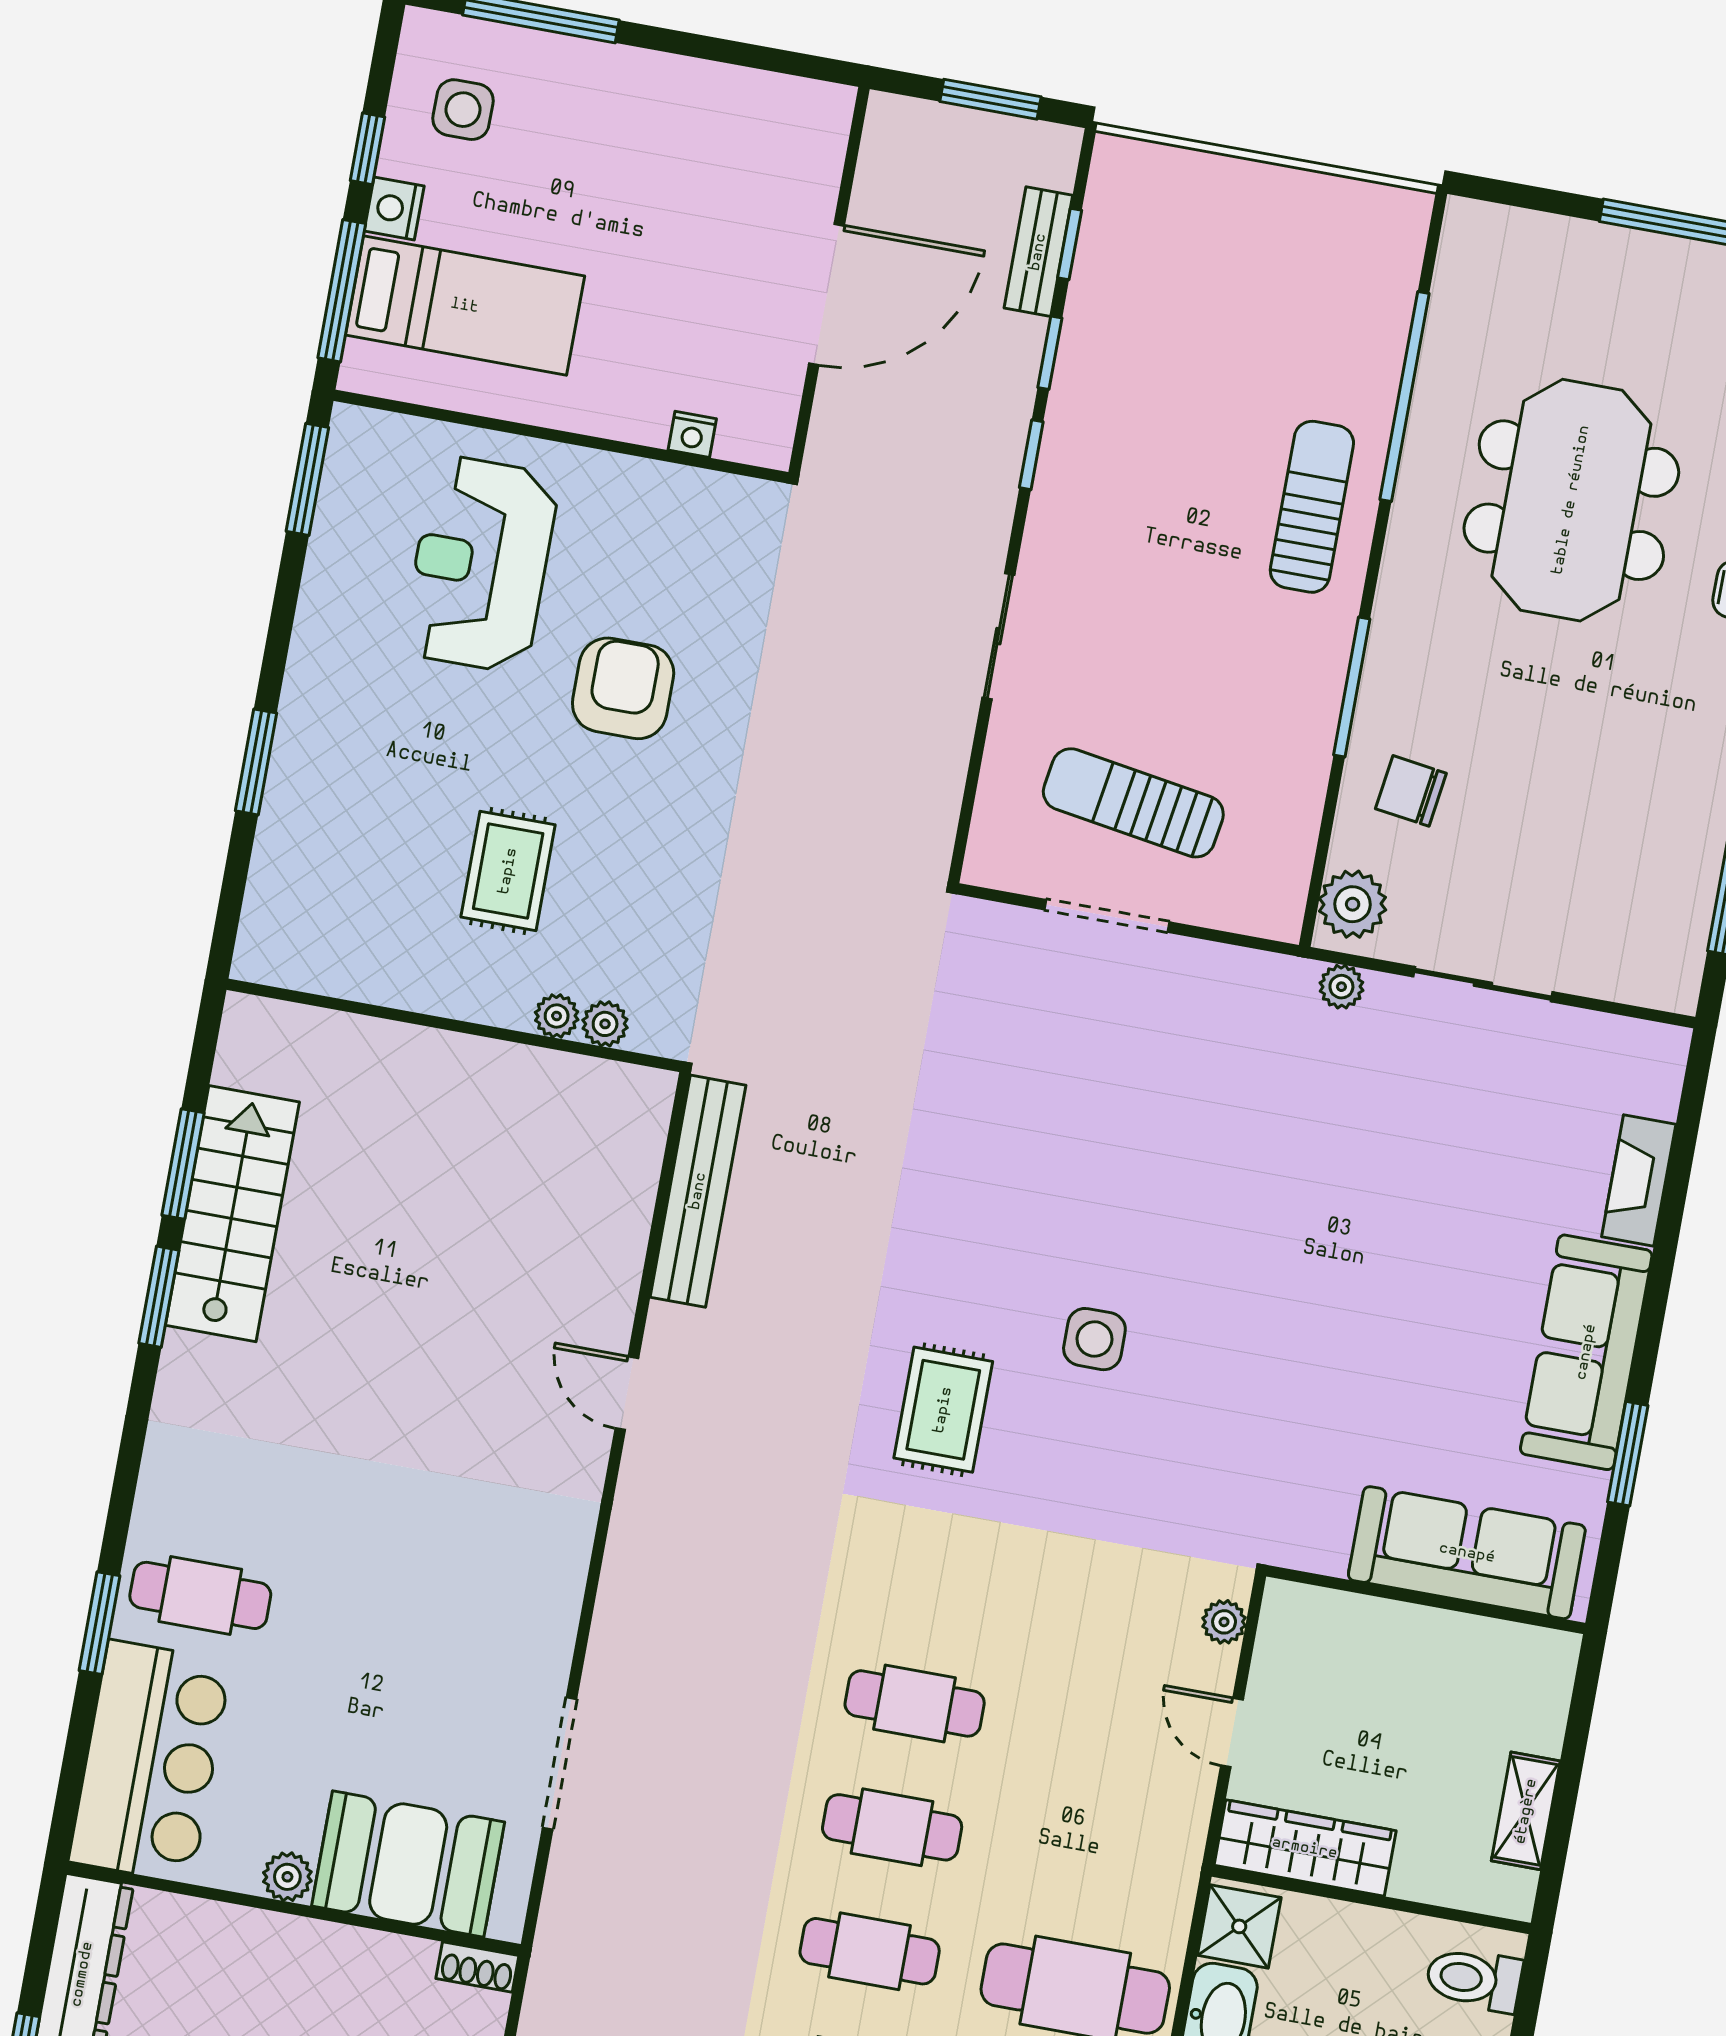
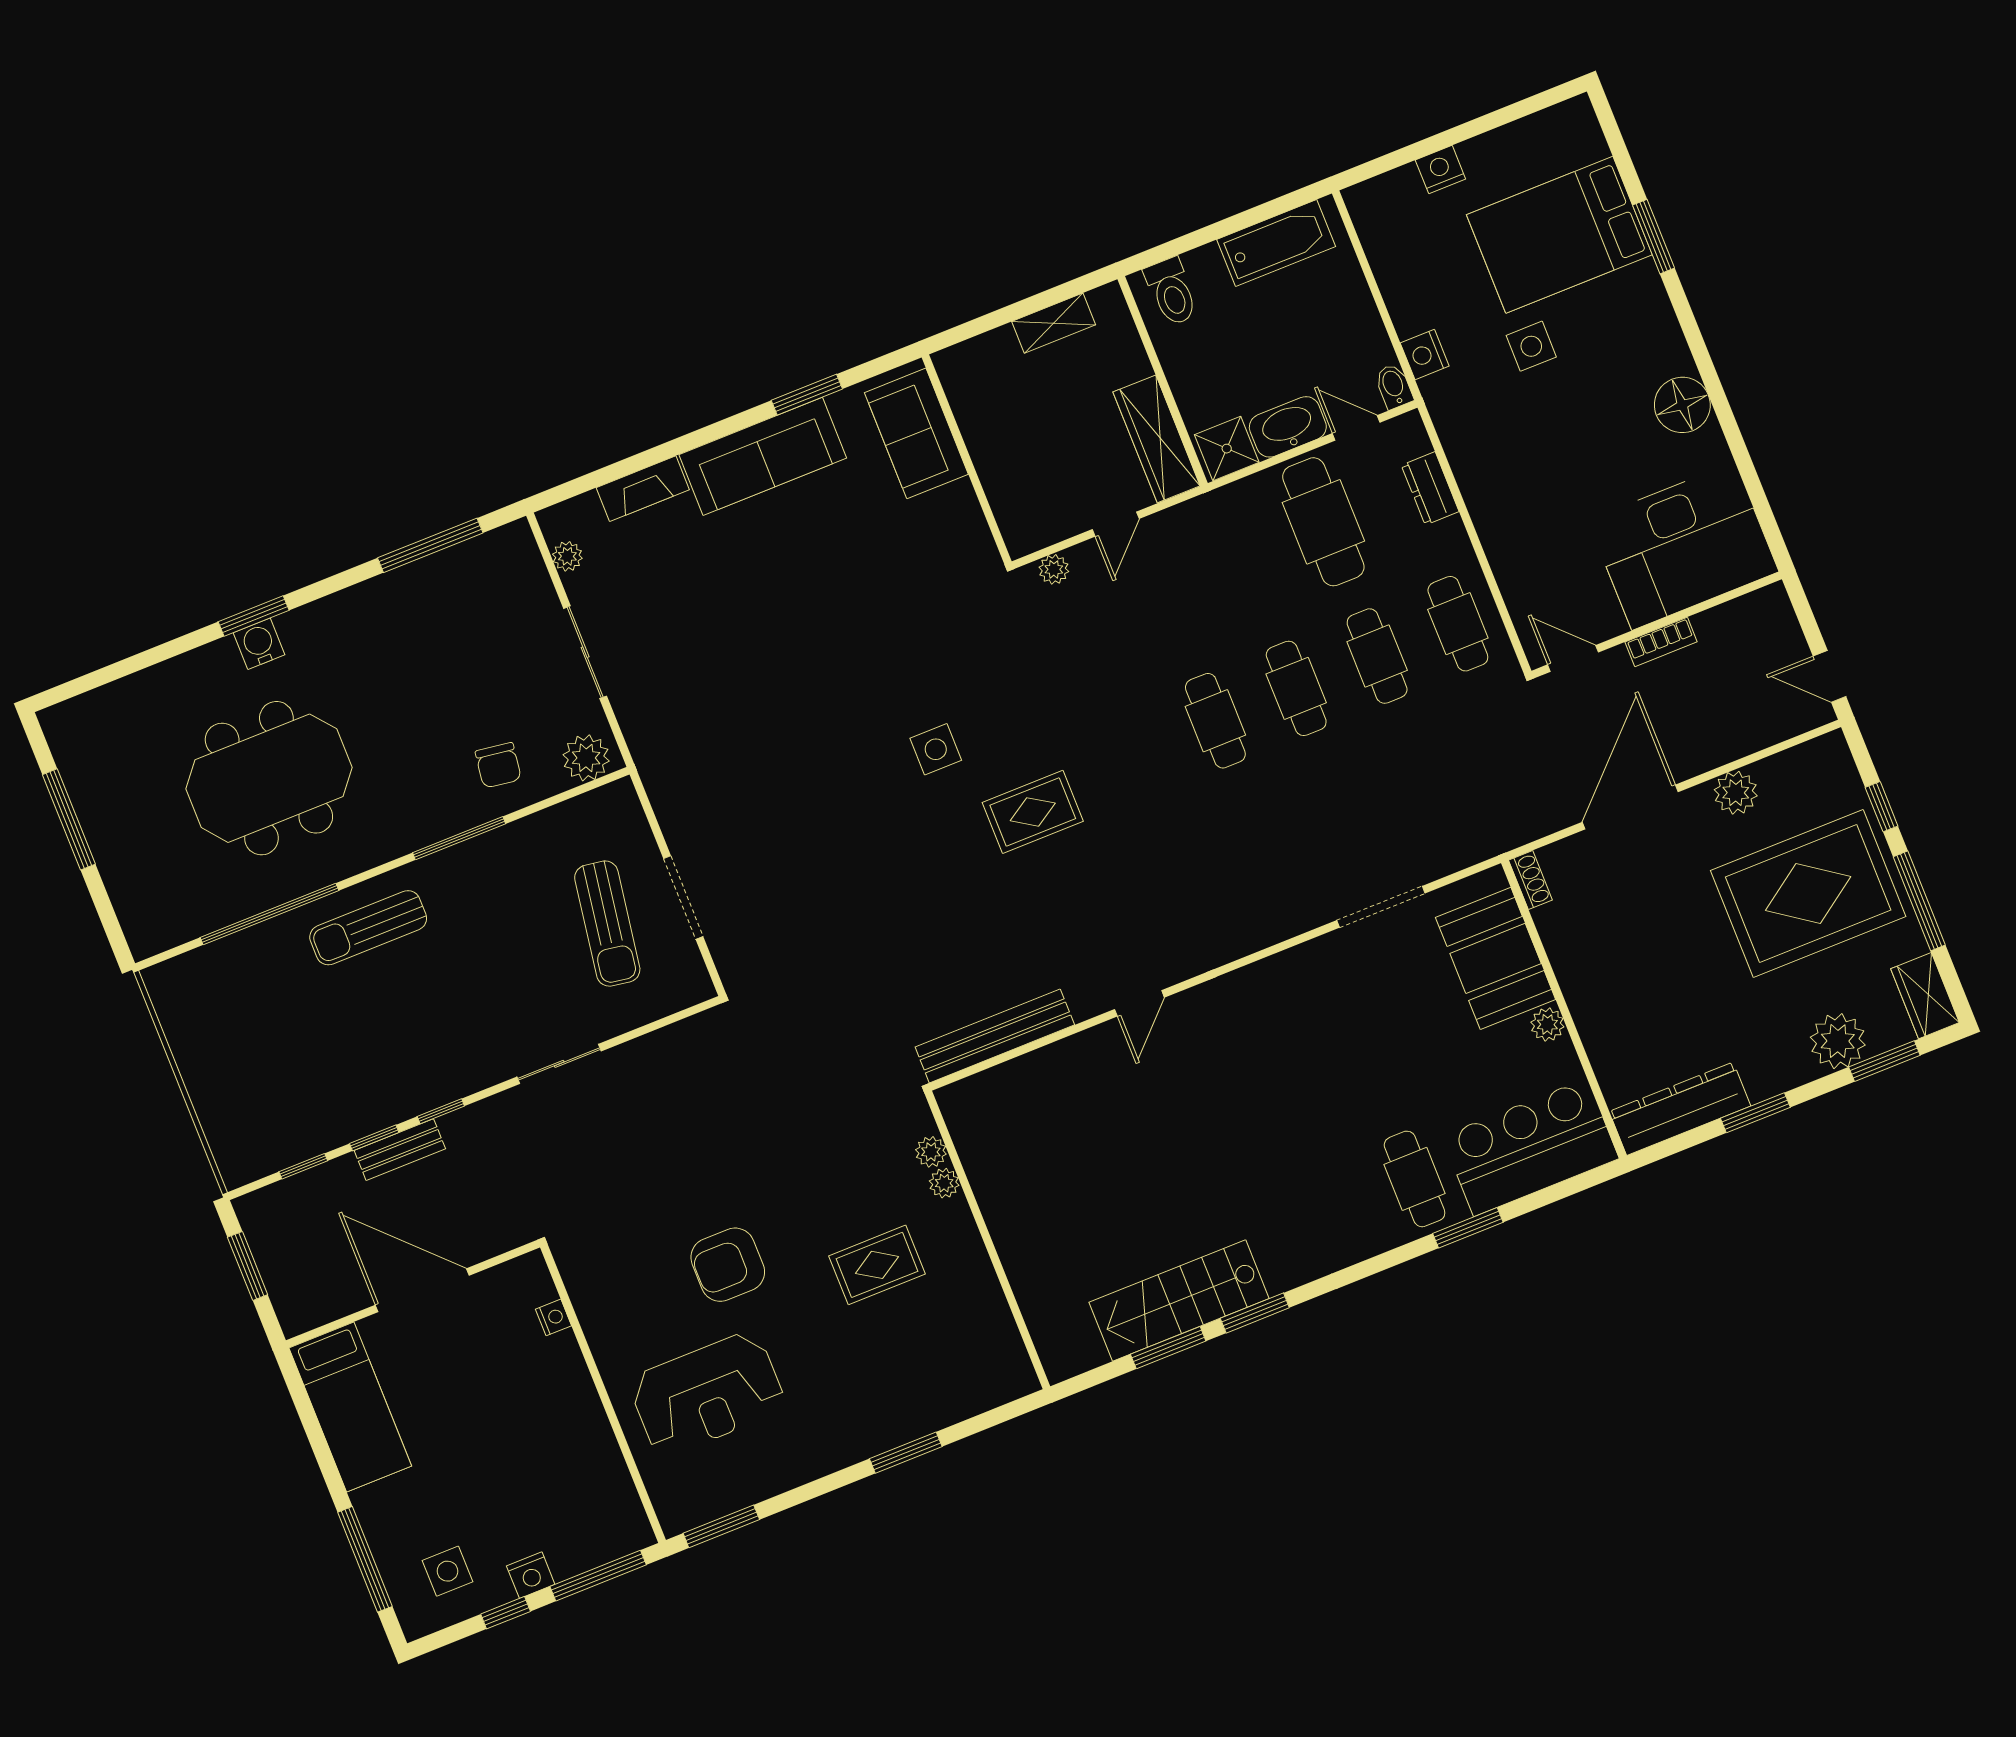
bench: (1038, 252) -> (400, 1150), moved
bed: (465, 306) -> (350, 1407), moved, turned 180
plant: (1341, 987) -> (567, 556), moved
sofa: (1467, 1553) -> (916, 433), width x0.73

